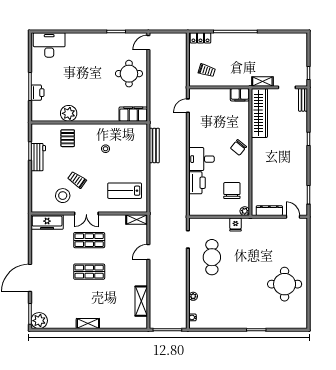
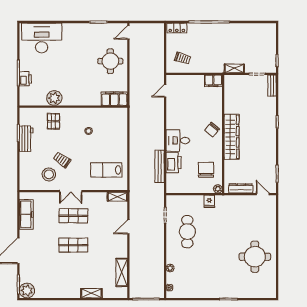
desk: (49, 45) -> (42, 38), width x1.36, depth x1.30
wardrobe: (259, 113) -> (231, 137), moved
bench: (154, 145) -> (160, 166), moved
freezer: (47, 222) -> (26, 214), moved, turned -90
shelving: (88, 324) -> (91, 293), moved

